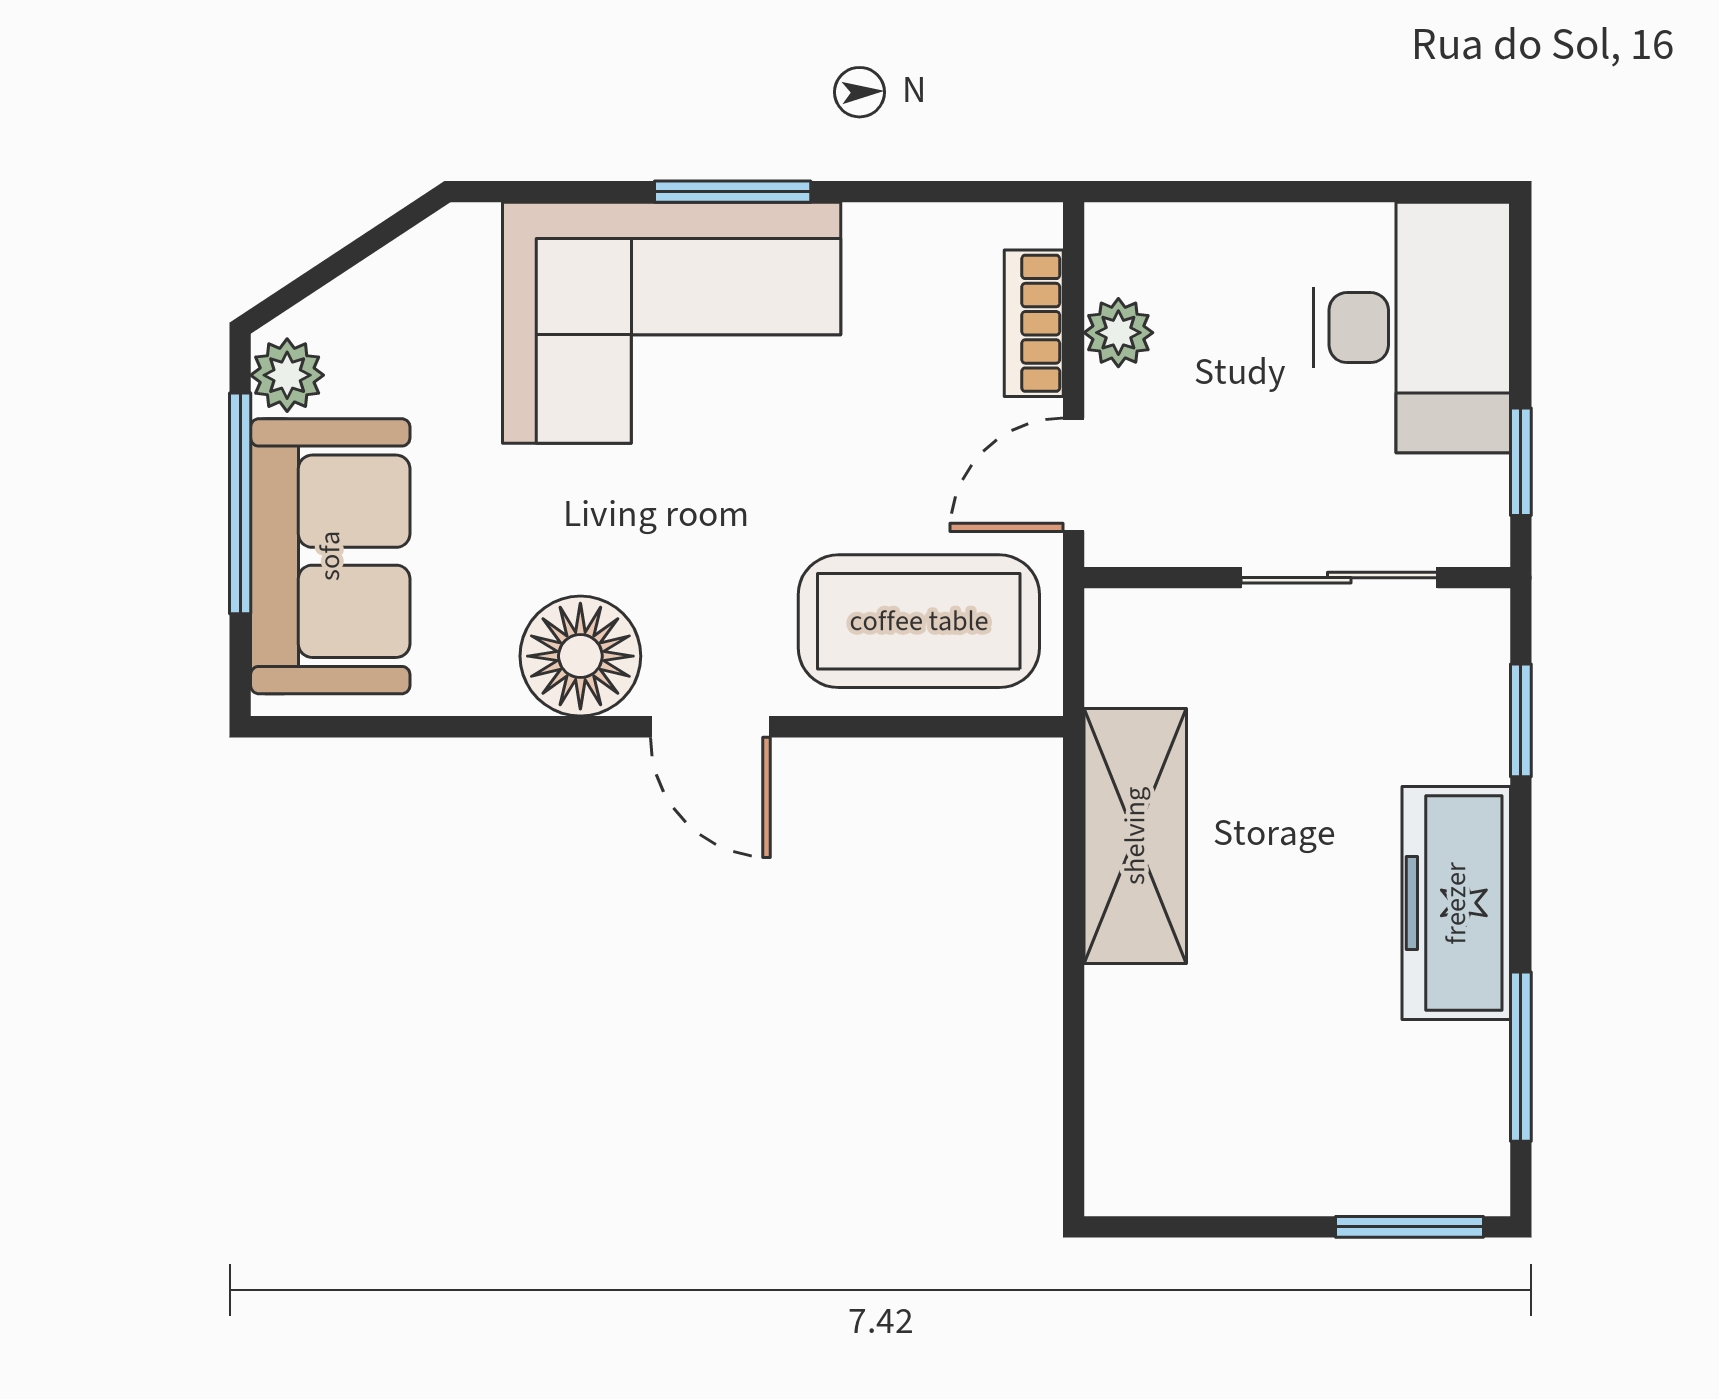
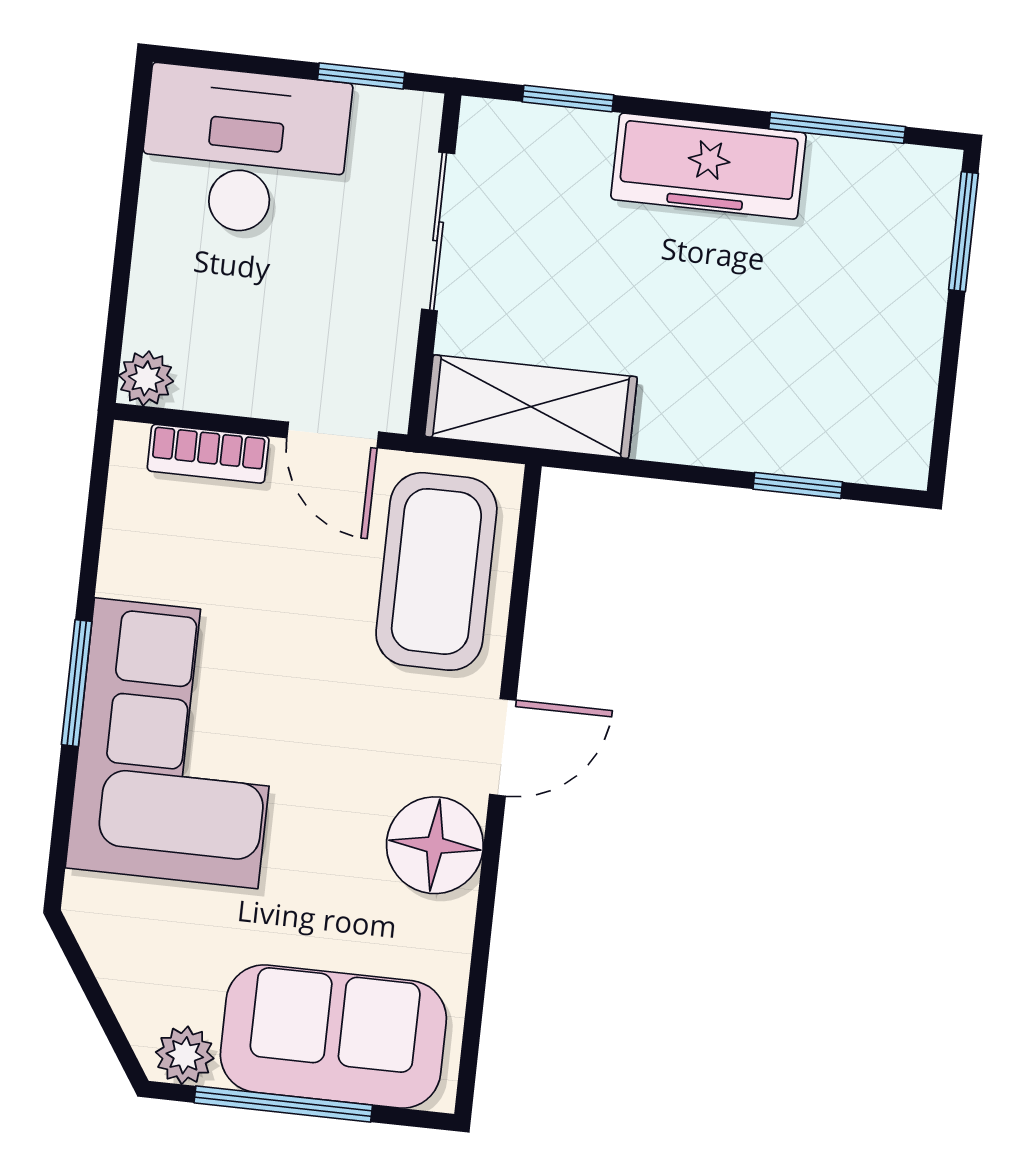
plant: (1118, 333) -> (146, 378), moved
shelving: (1135, 836) -> (531, 407), moved
window: (1074, 1056) -> (798, 485), added

